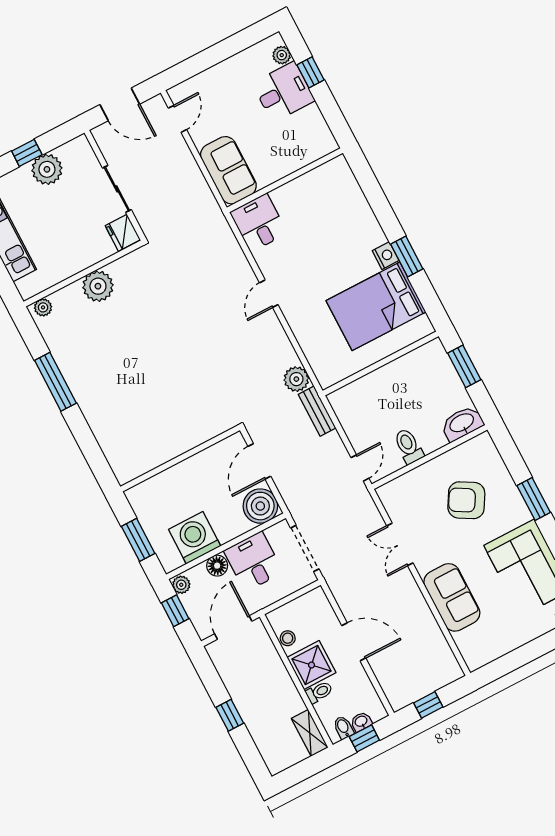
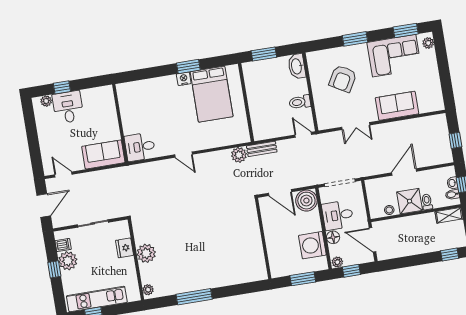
dishwasher: (69, 154) -> (63, 245), added
fridge: (123, 233) -> (125, 248), moved, turned 90
window: (230, 715) -> (450, 254), moved

